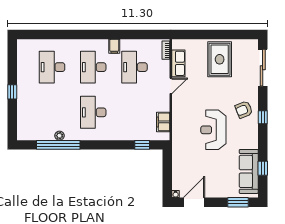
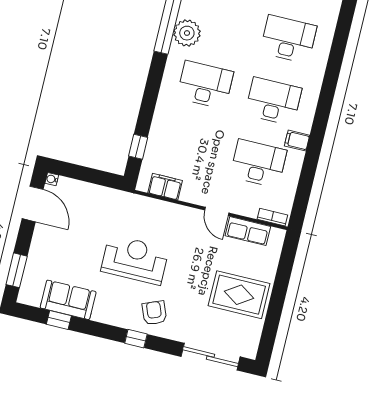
plant: (60, 136) -> (187, 33), width x1.87, depth x1.87
sofa: (249, 171) -> (68, 300), width x0.73

